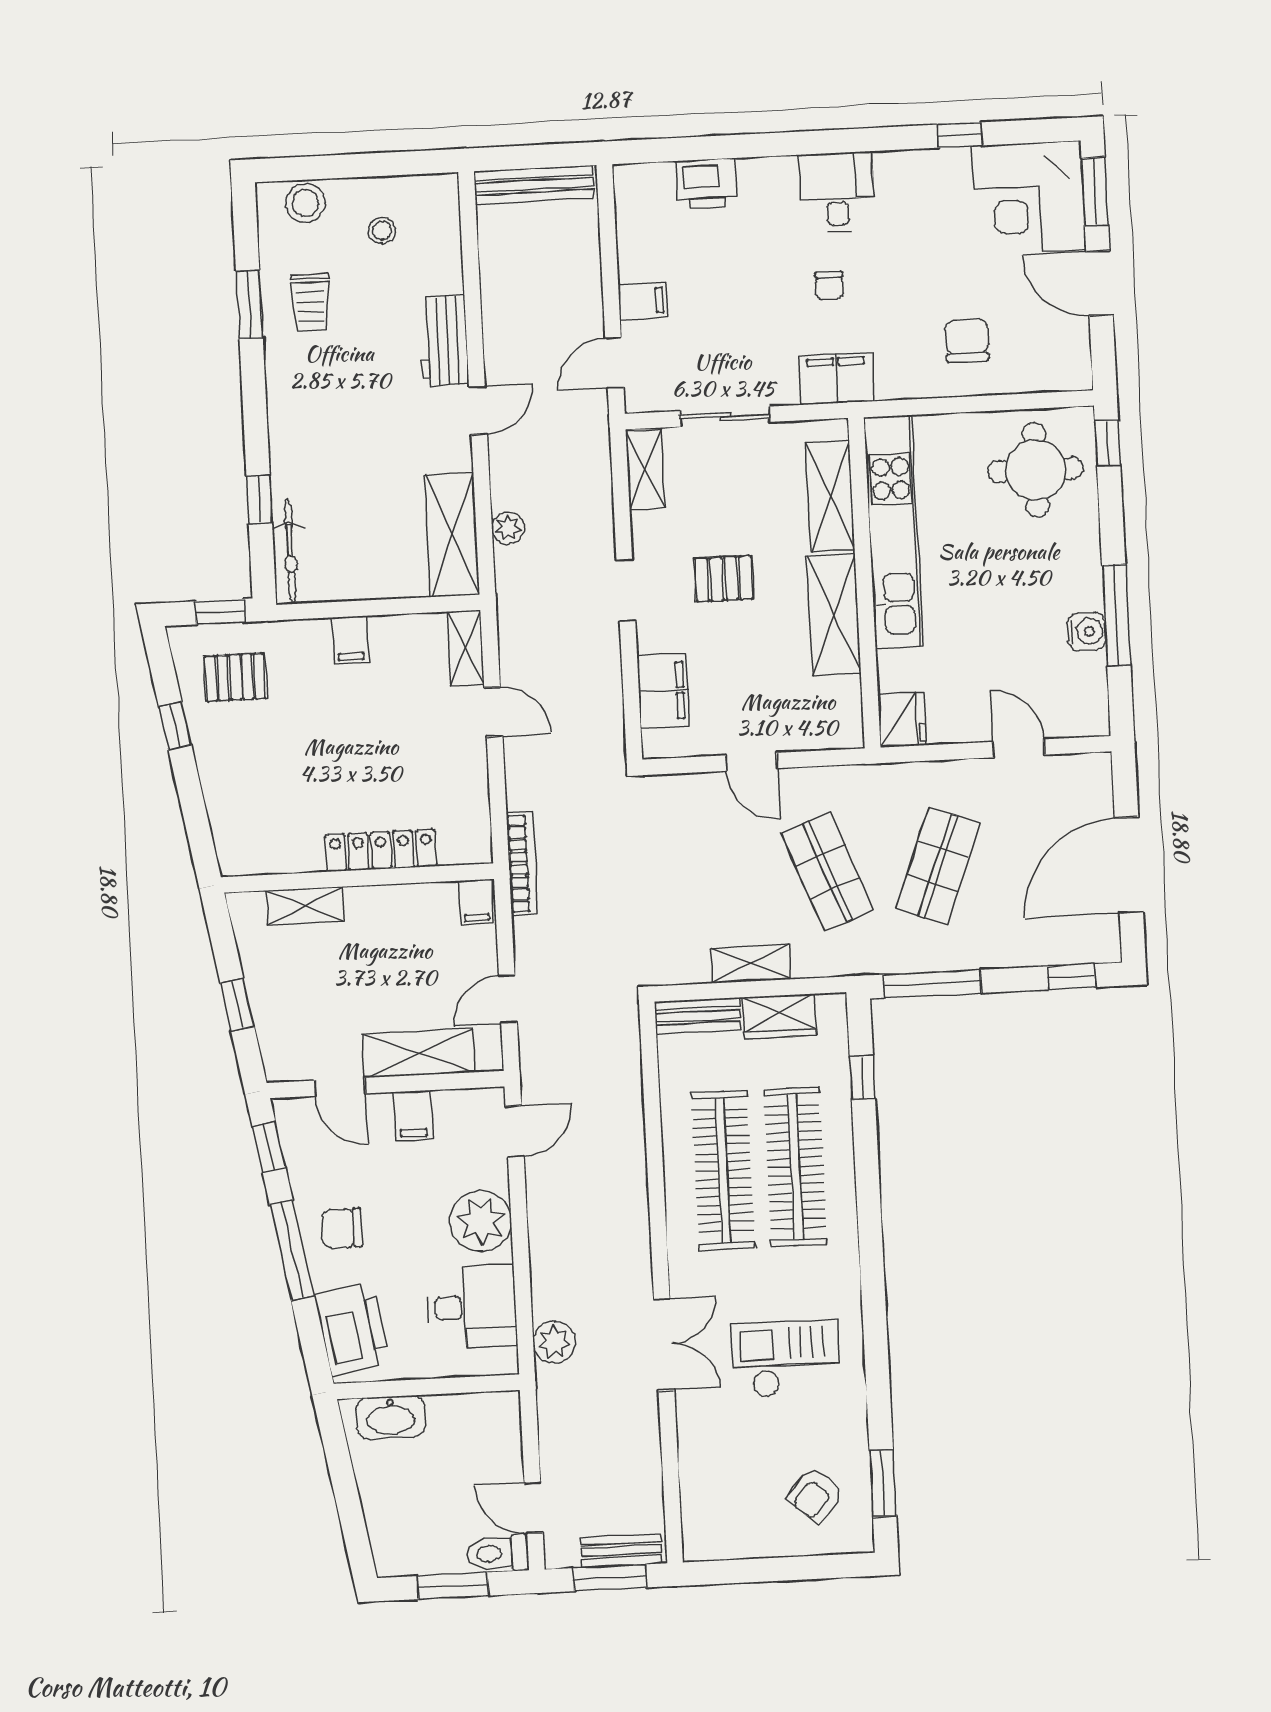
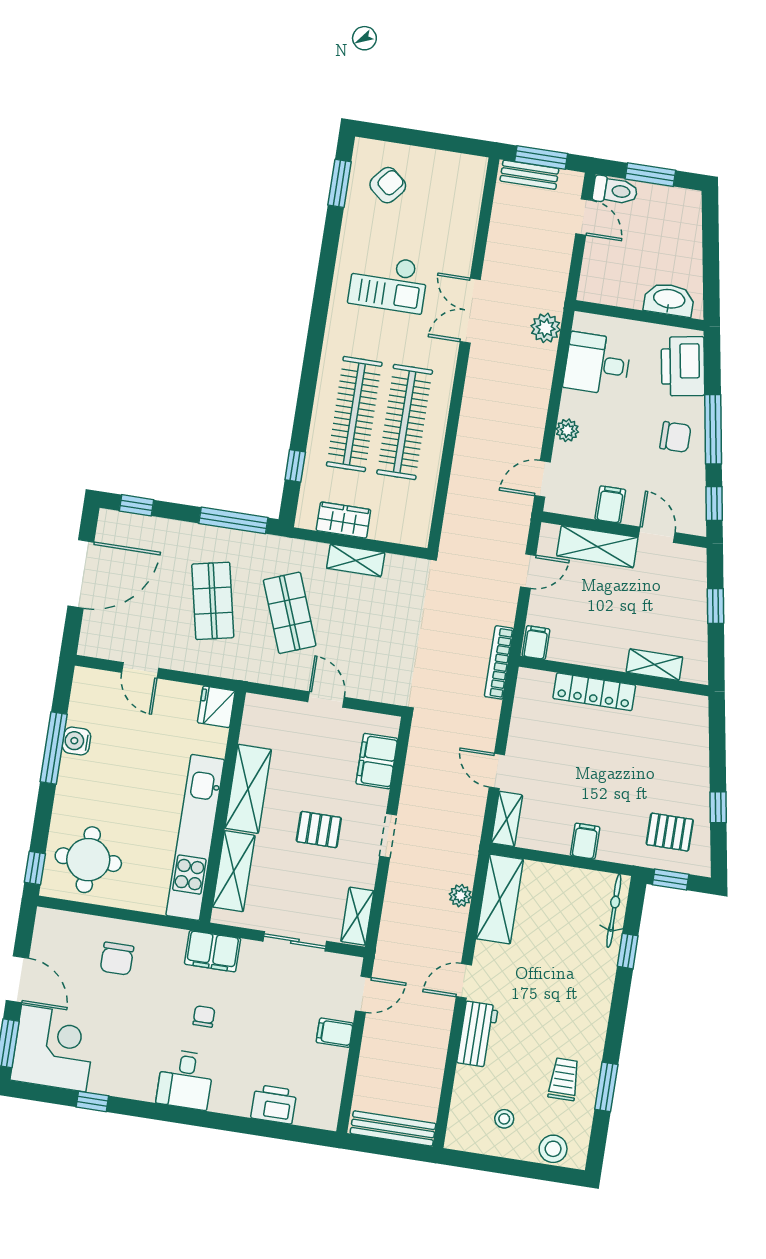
shop shelf: (938, 866) -> (213, 601), turned -33
bench: (698, 1016) -> (400, 532), removed
plant: (481, 1221) -> (567, 430), width x0.53, depth x0.53

